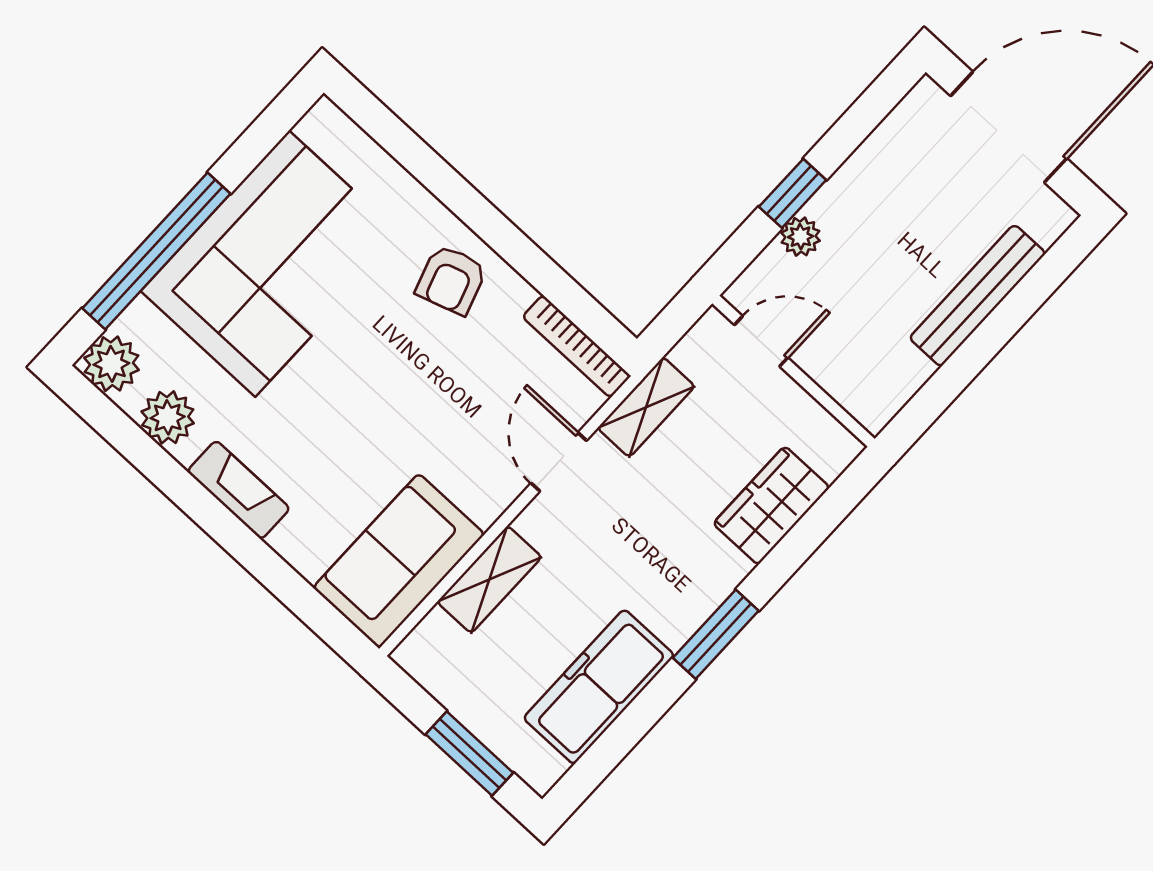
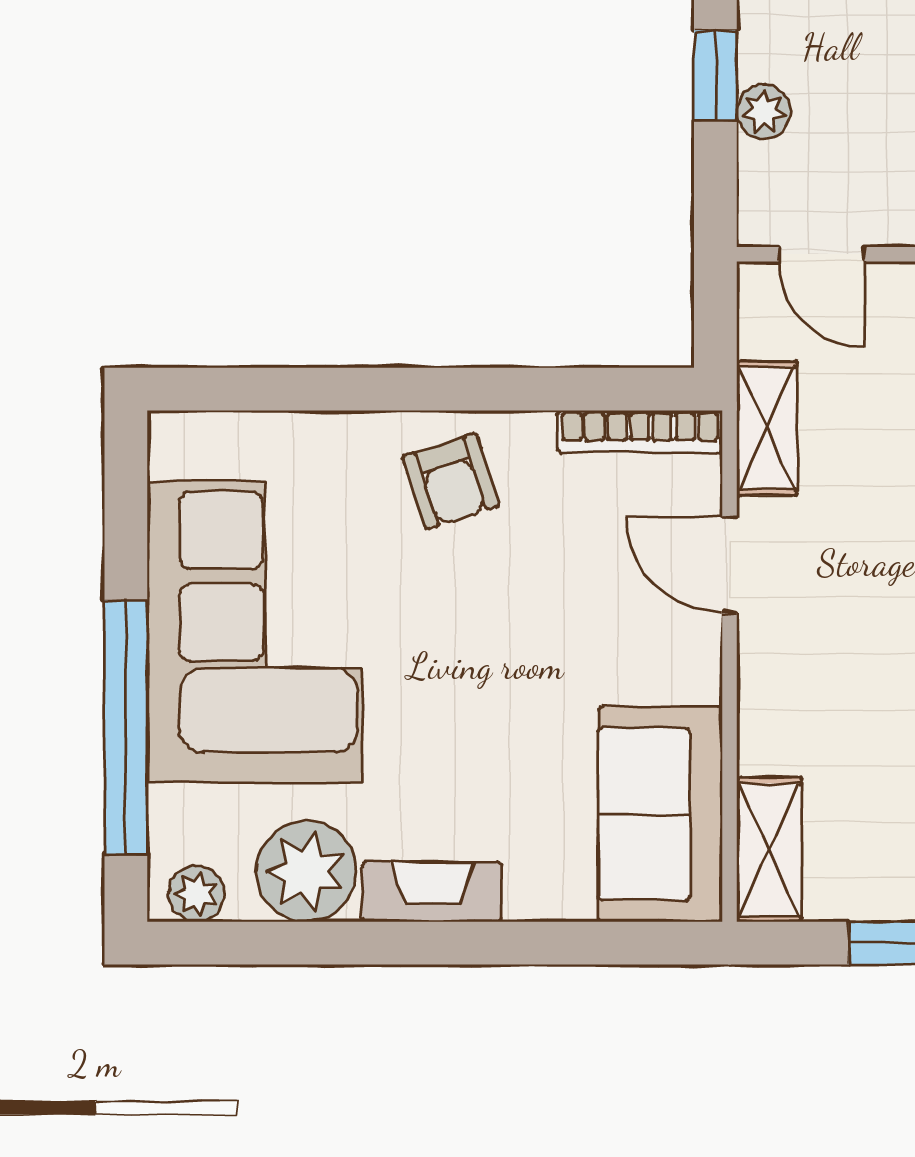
door: (761, 341) -> (822, 254), swing flipped
plant: (111, 364) -> (196, 894), width x0.73, depth x0.73
plant: (168, 417) -> (306, 871), width x1.36, depth x1.36
shelving: (489, 579) -> (769, 850), moved

